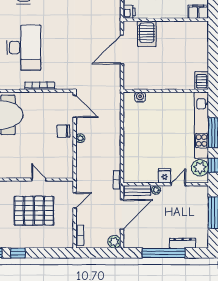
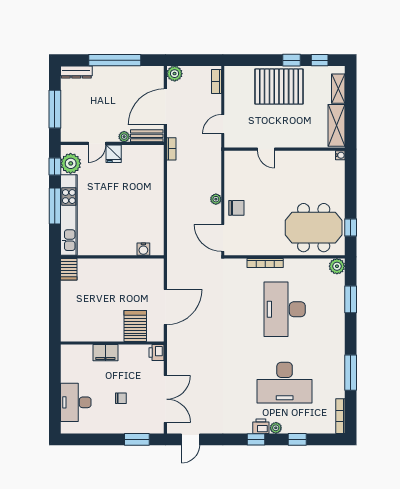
filing cabinet: (198, 12) -> (105, 353), moved
pallet: (34, 211) -> (279, 87), moved
dresser: (183, 243) -> (76, 72), moved

